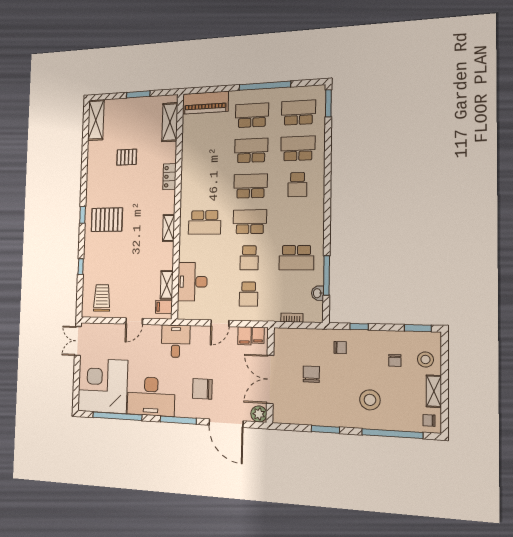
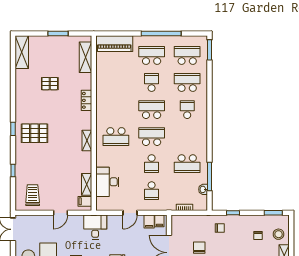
school desk: (251, 150) -> (152, 83), width x0.54
school desk: (297, 185) -> (187, 110), turned 180

